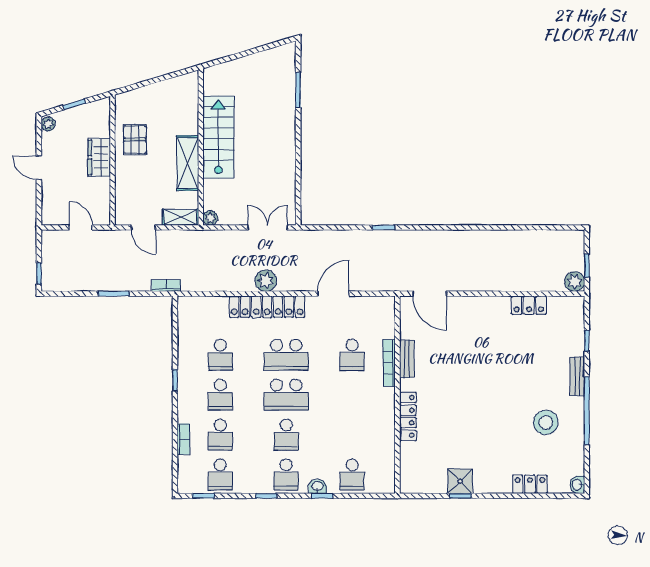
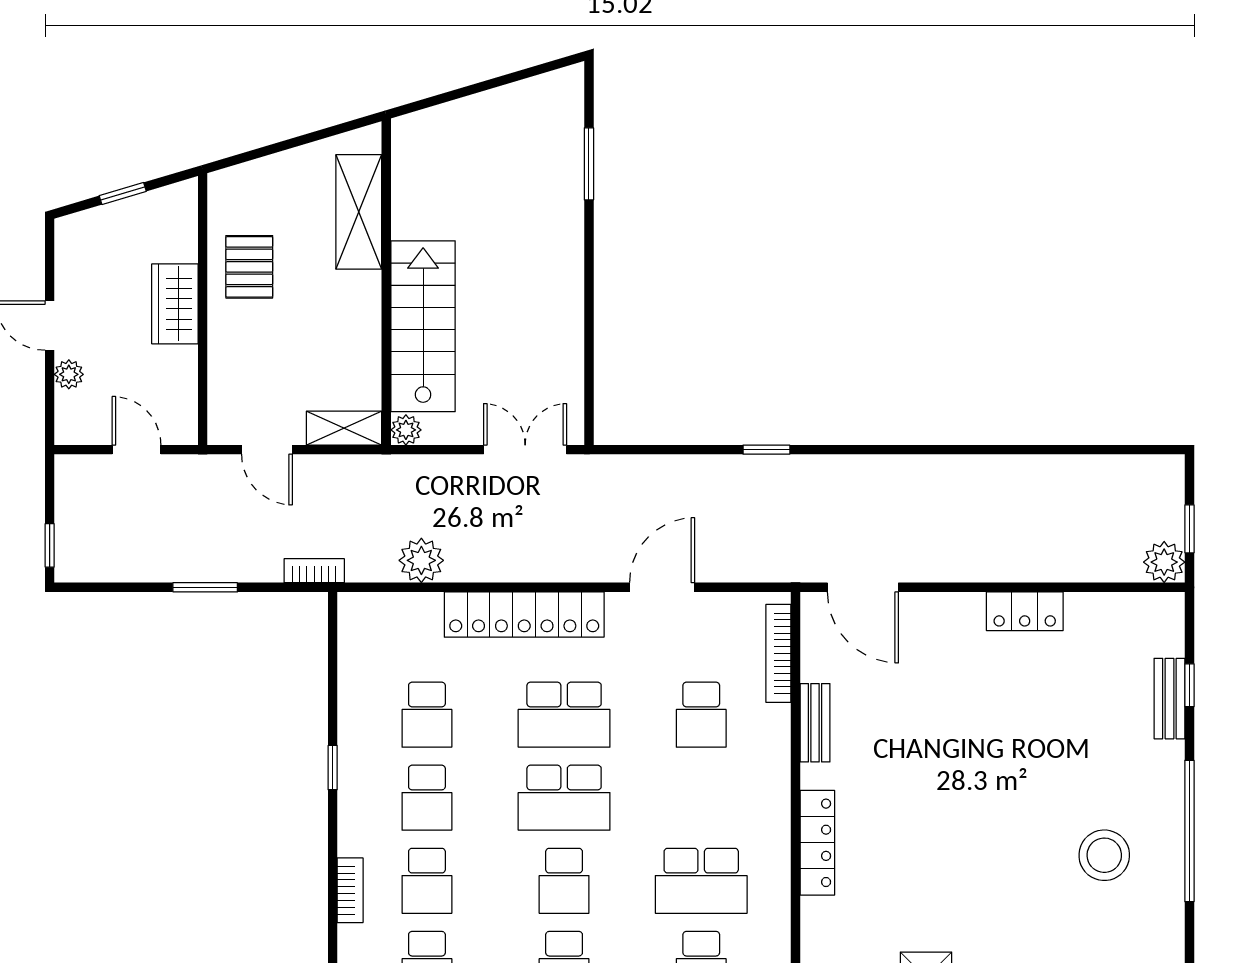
plant: (48, 124) -> (69, 374), moved
stairs: (218, 137) -> (423, 326), moved
shelving: (188, 163) -> (359, 212), moved
plant: (266, 281) -> (421, 560), moved
locker: (529, 305) -> (1025, 611), moved
bookcase: (389, 363) -> (778, 653), moved
bench: (577, 376) -> (1169, 699), moved
school desk: (352, 435) -> (701, 881), added

